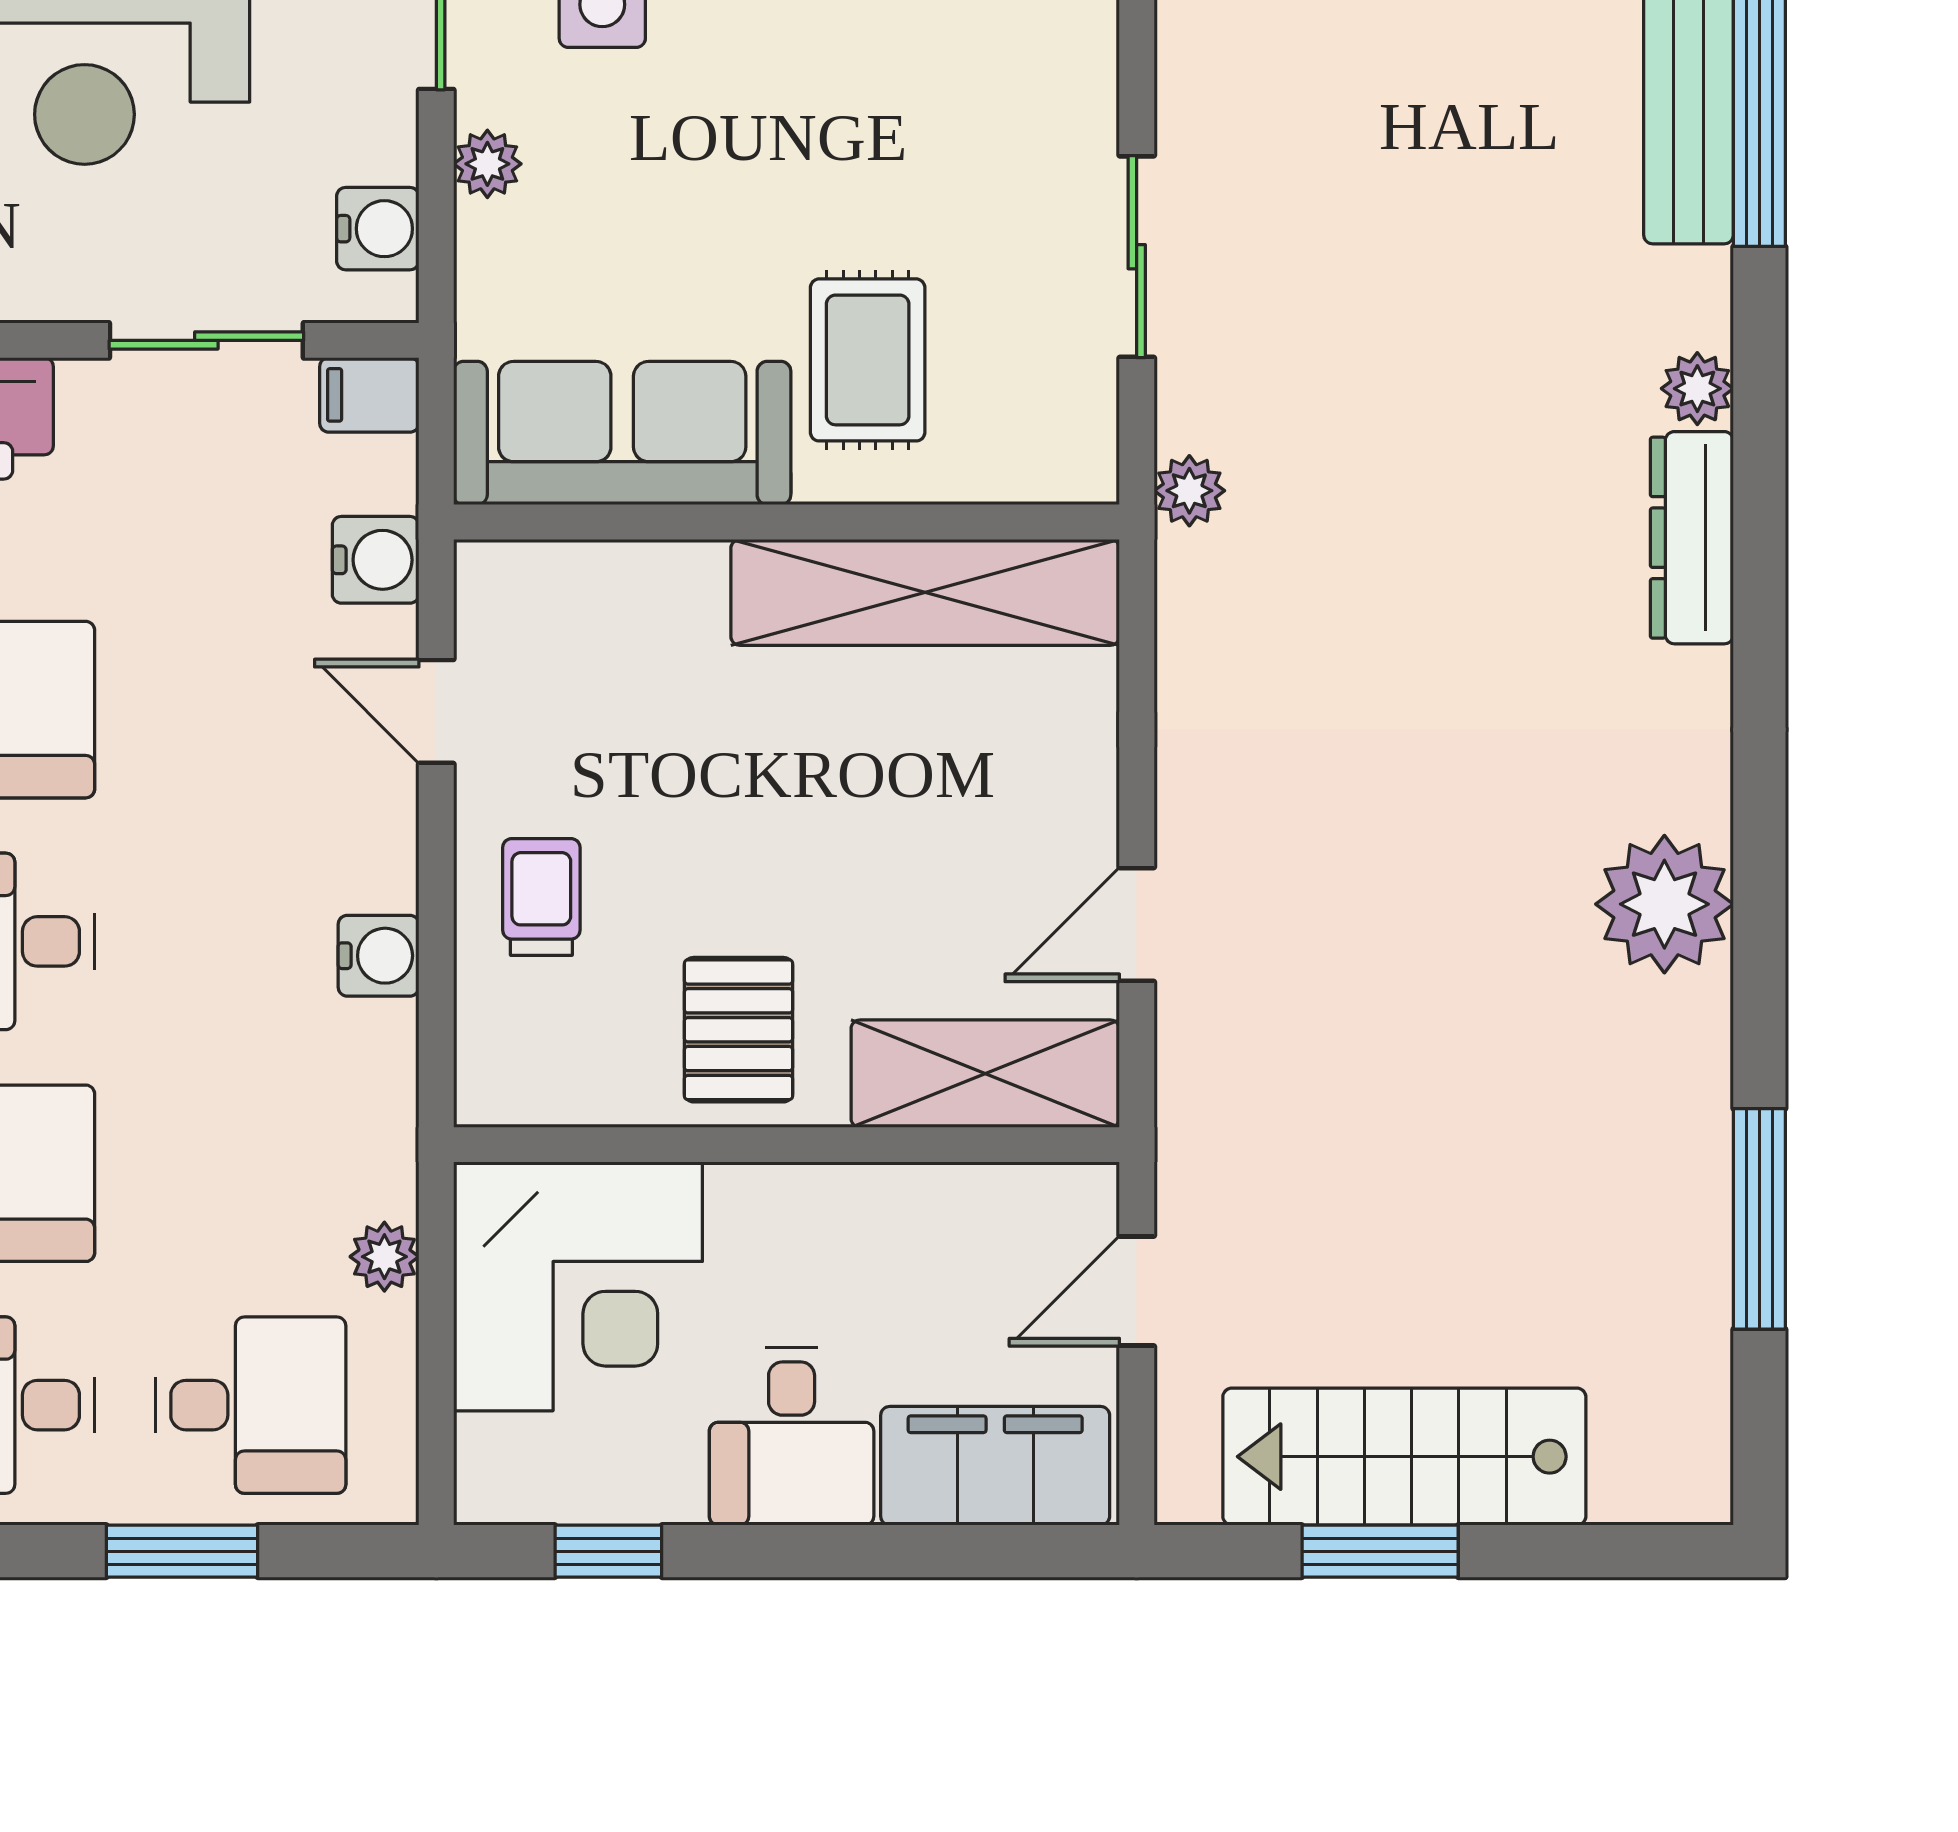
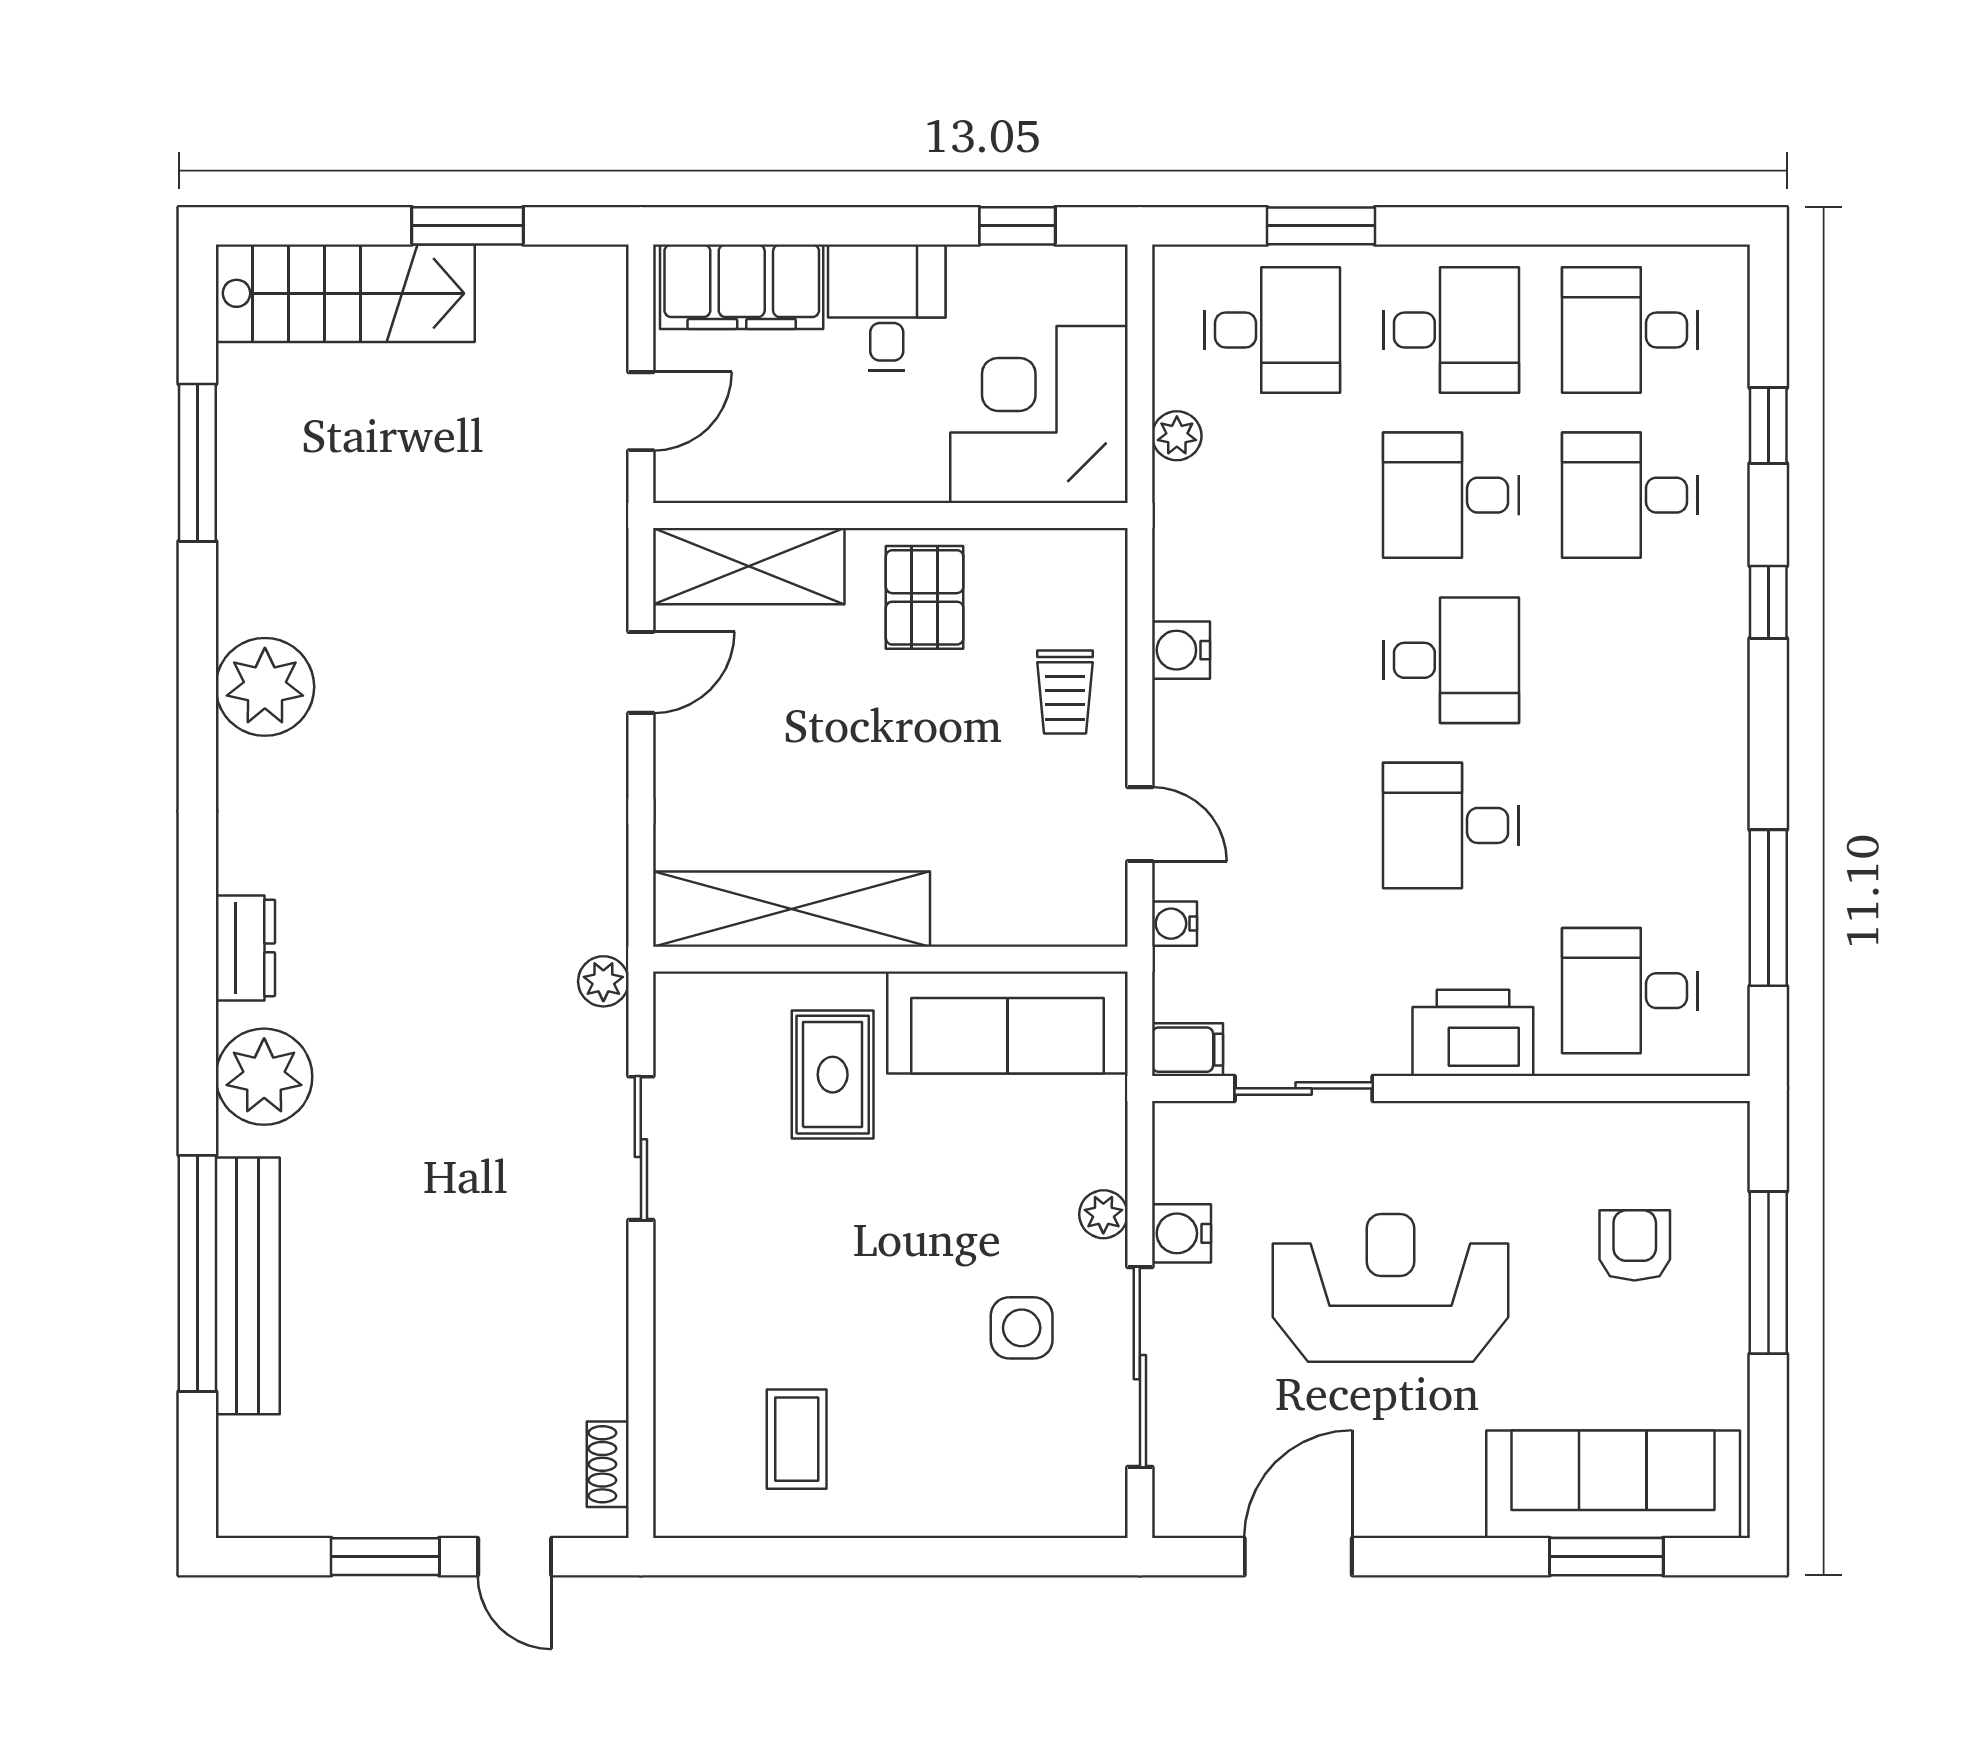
water cooler: (378, 229) -> (1182, 1233), moved
plant: (1697, 389) -> (264, 1077), width x1.87, depth x1.87
dresser: (1692, 538) -> (245, 948), width x0.70
water cooler: (376, 560) -> (1175, 924), width x0.72, depth x0.72
desk: (251, 1405) -> (1272, 330), turned 180
stairs: (1404, 1457) -> (345, 293), moved

